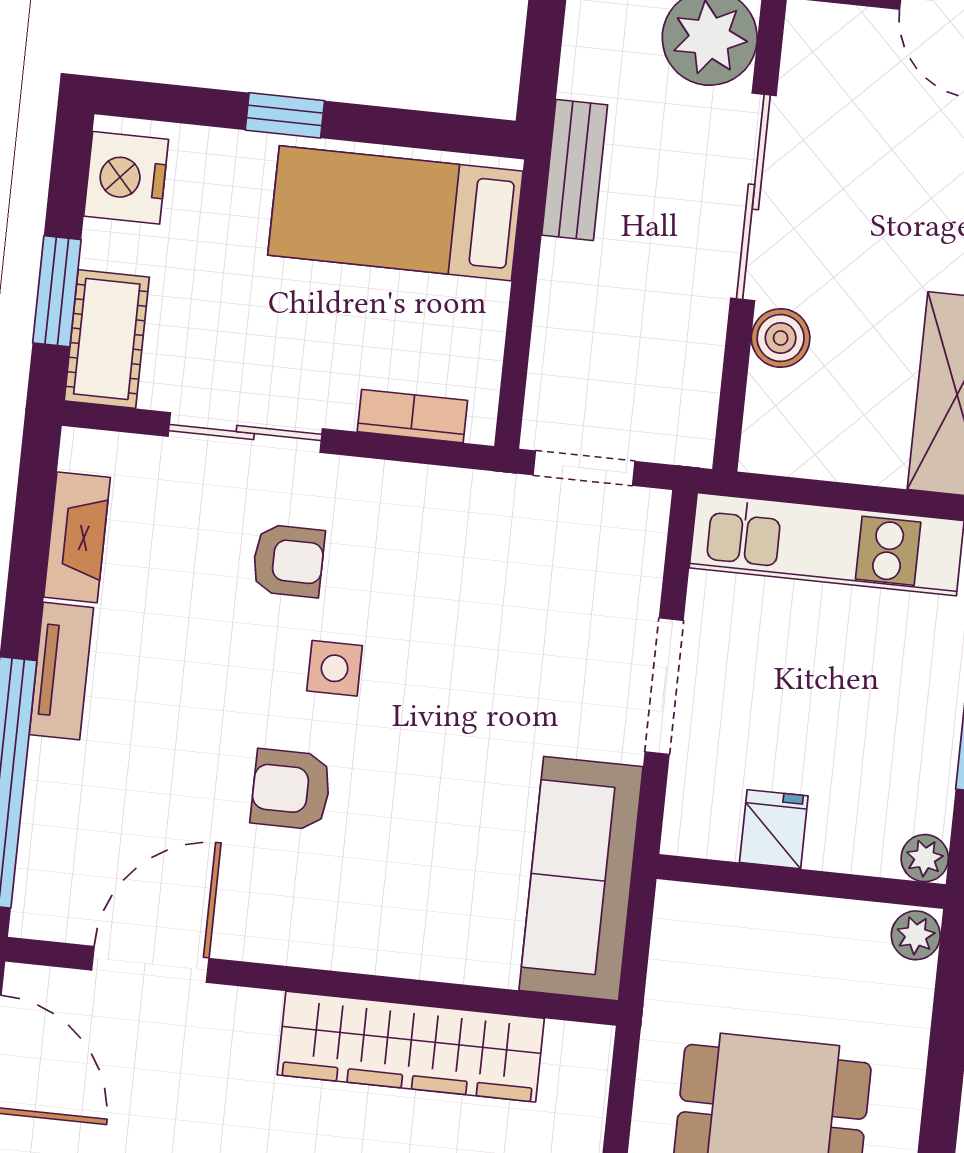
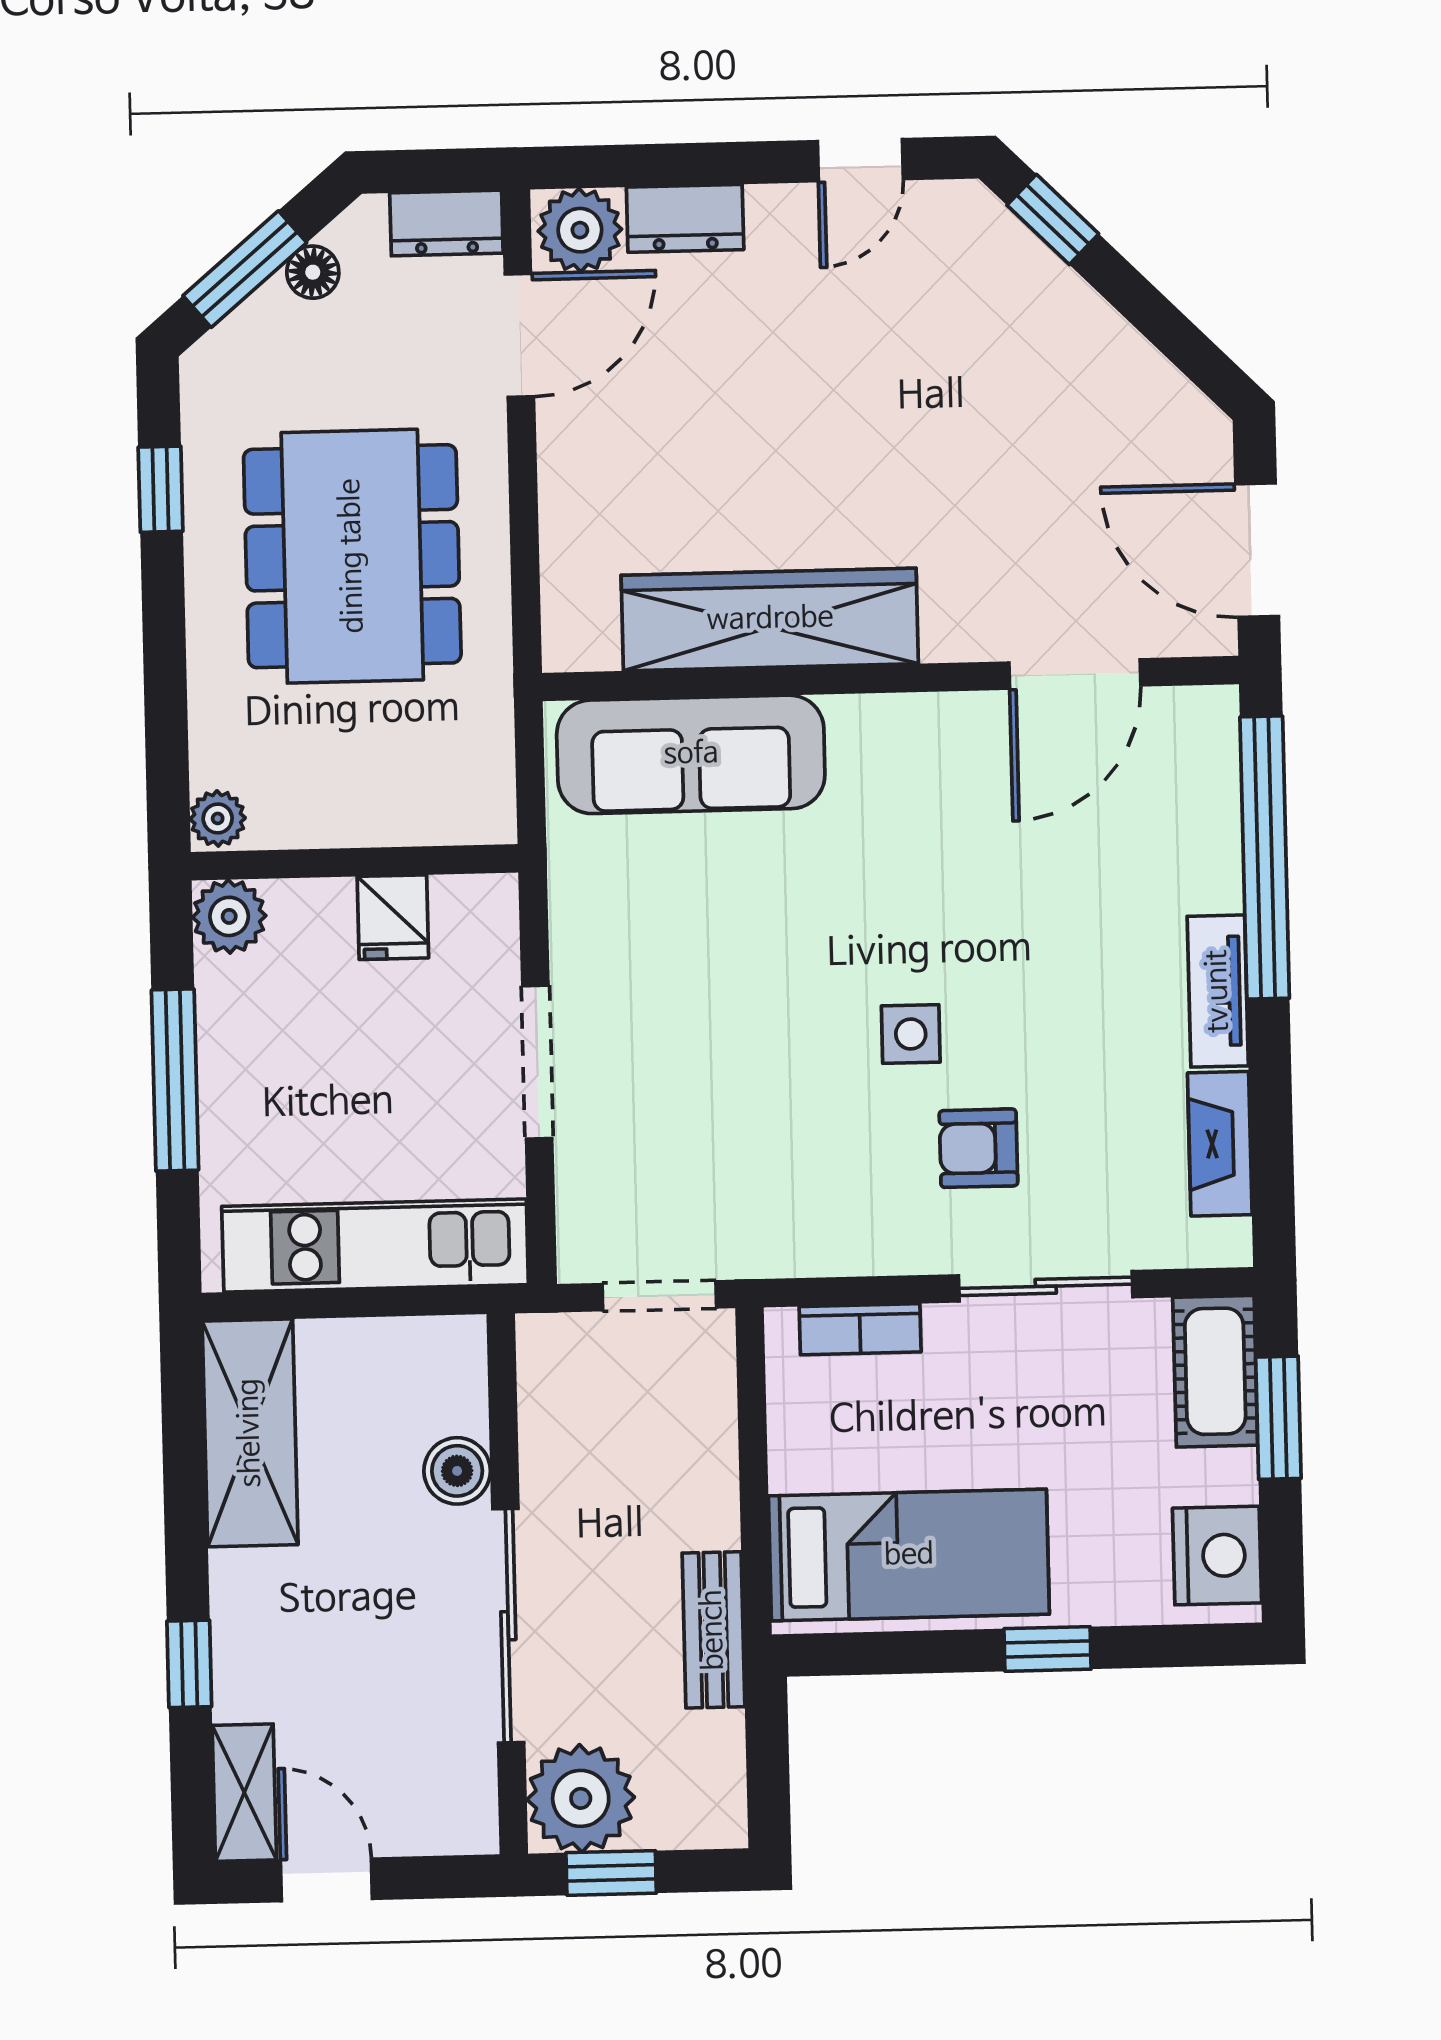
armchair: (291, 789) -> (942, 891), removed
plant: (925, 858) -> (229, 916), width x1.38, depth x1.38
sofa: (581, 879) -> (691, 754), moved, turned 90

